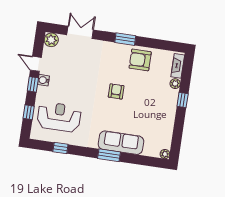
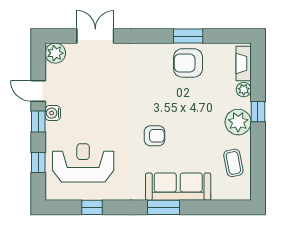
window: (125, 39) -> (188, 36), moved
armchair: (116, 91) -> (154, 136), moved, turned 90
coffee table: (161, 132) -> (233, 163), added
plant: (165, 154) -> (238, 122), moved, width x1.88, depth x1.88

